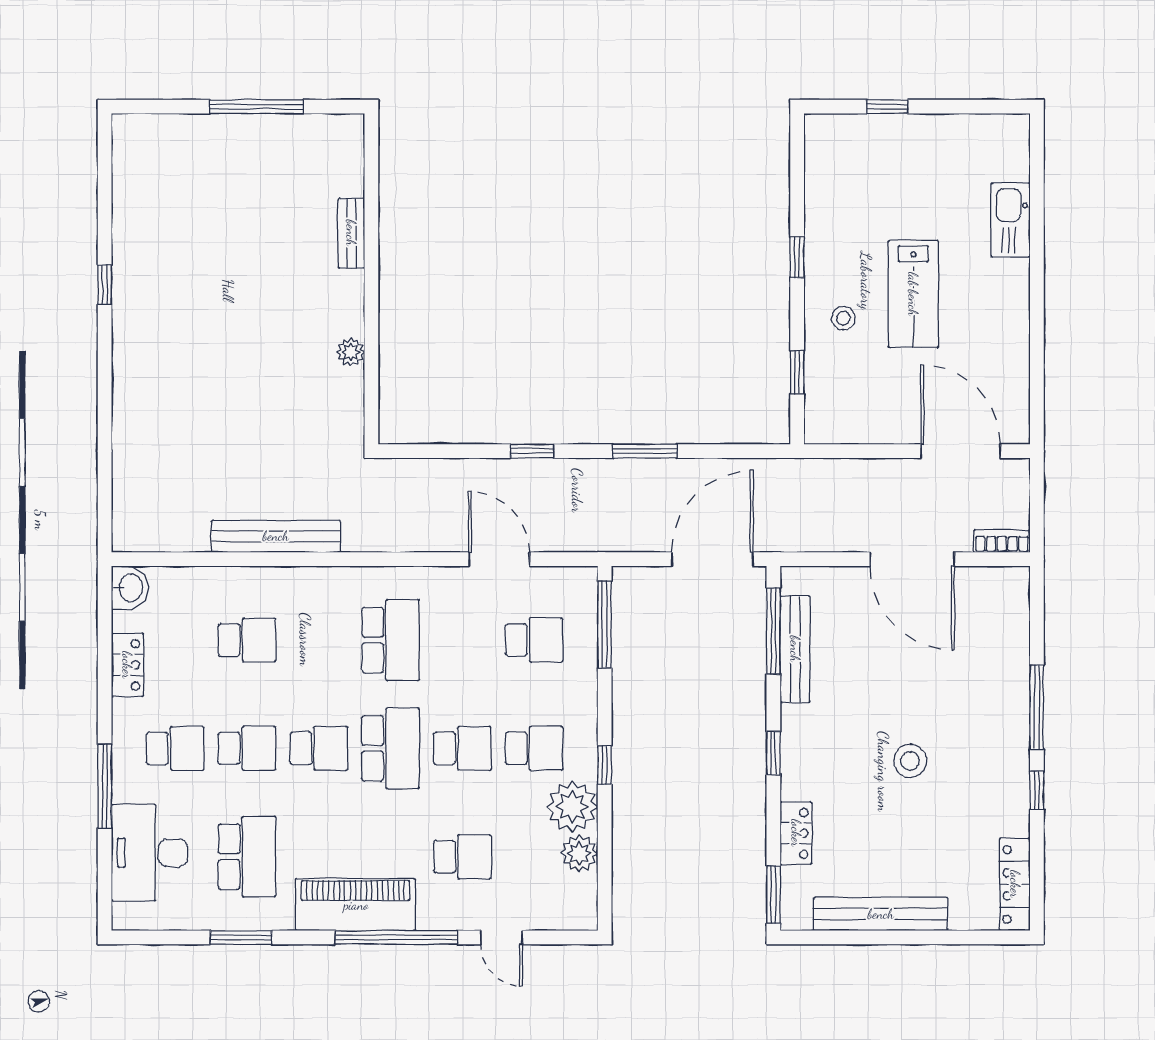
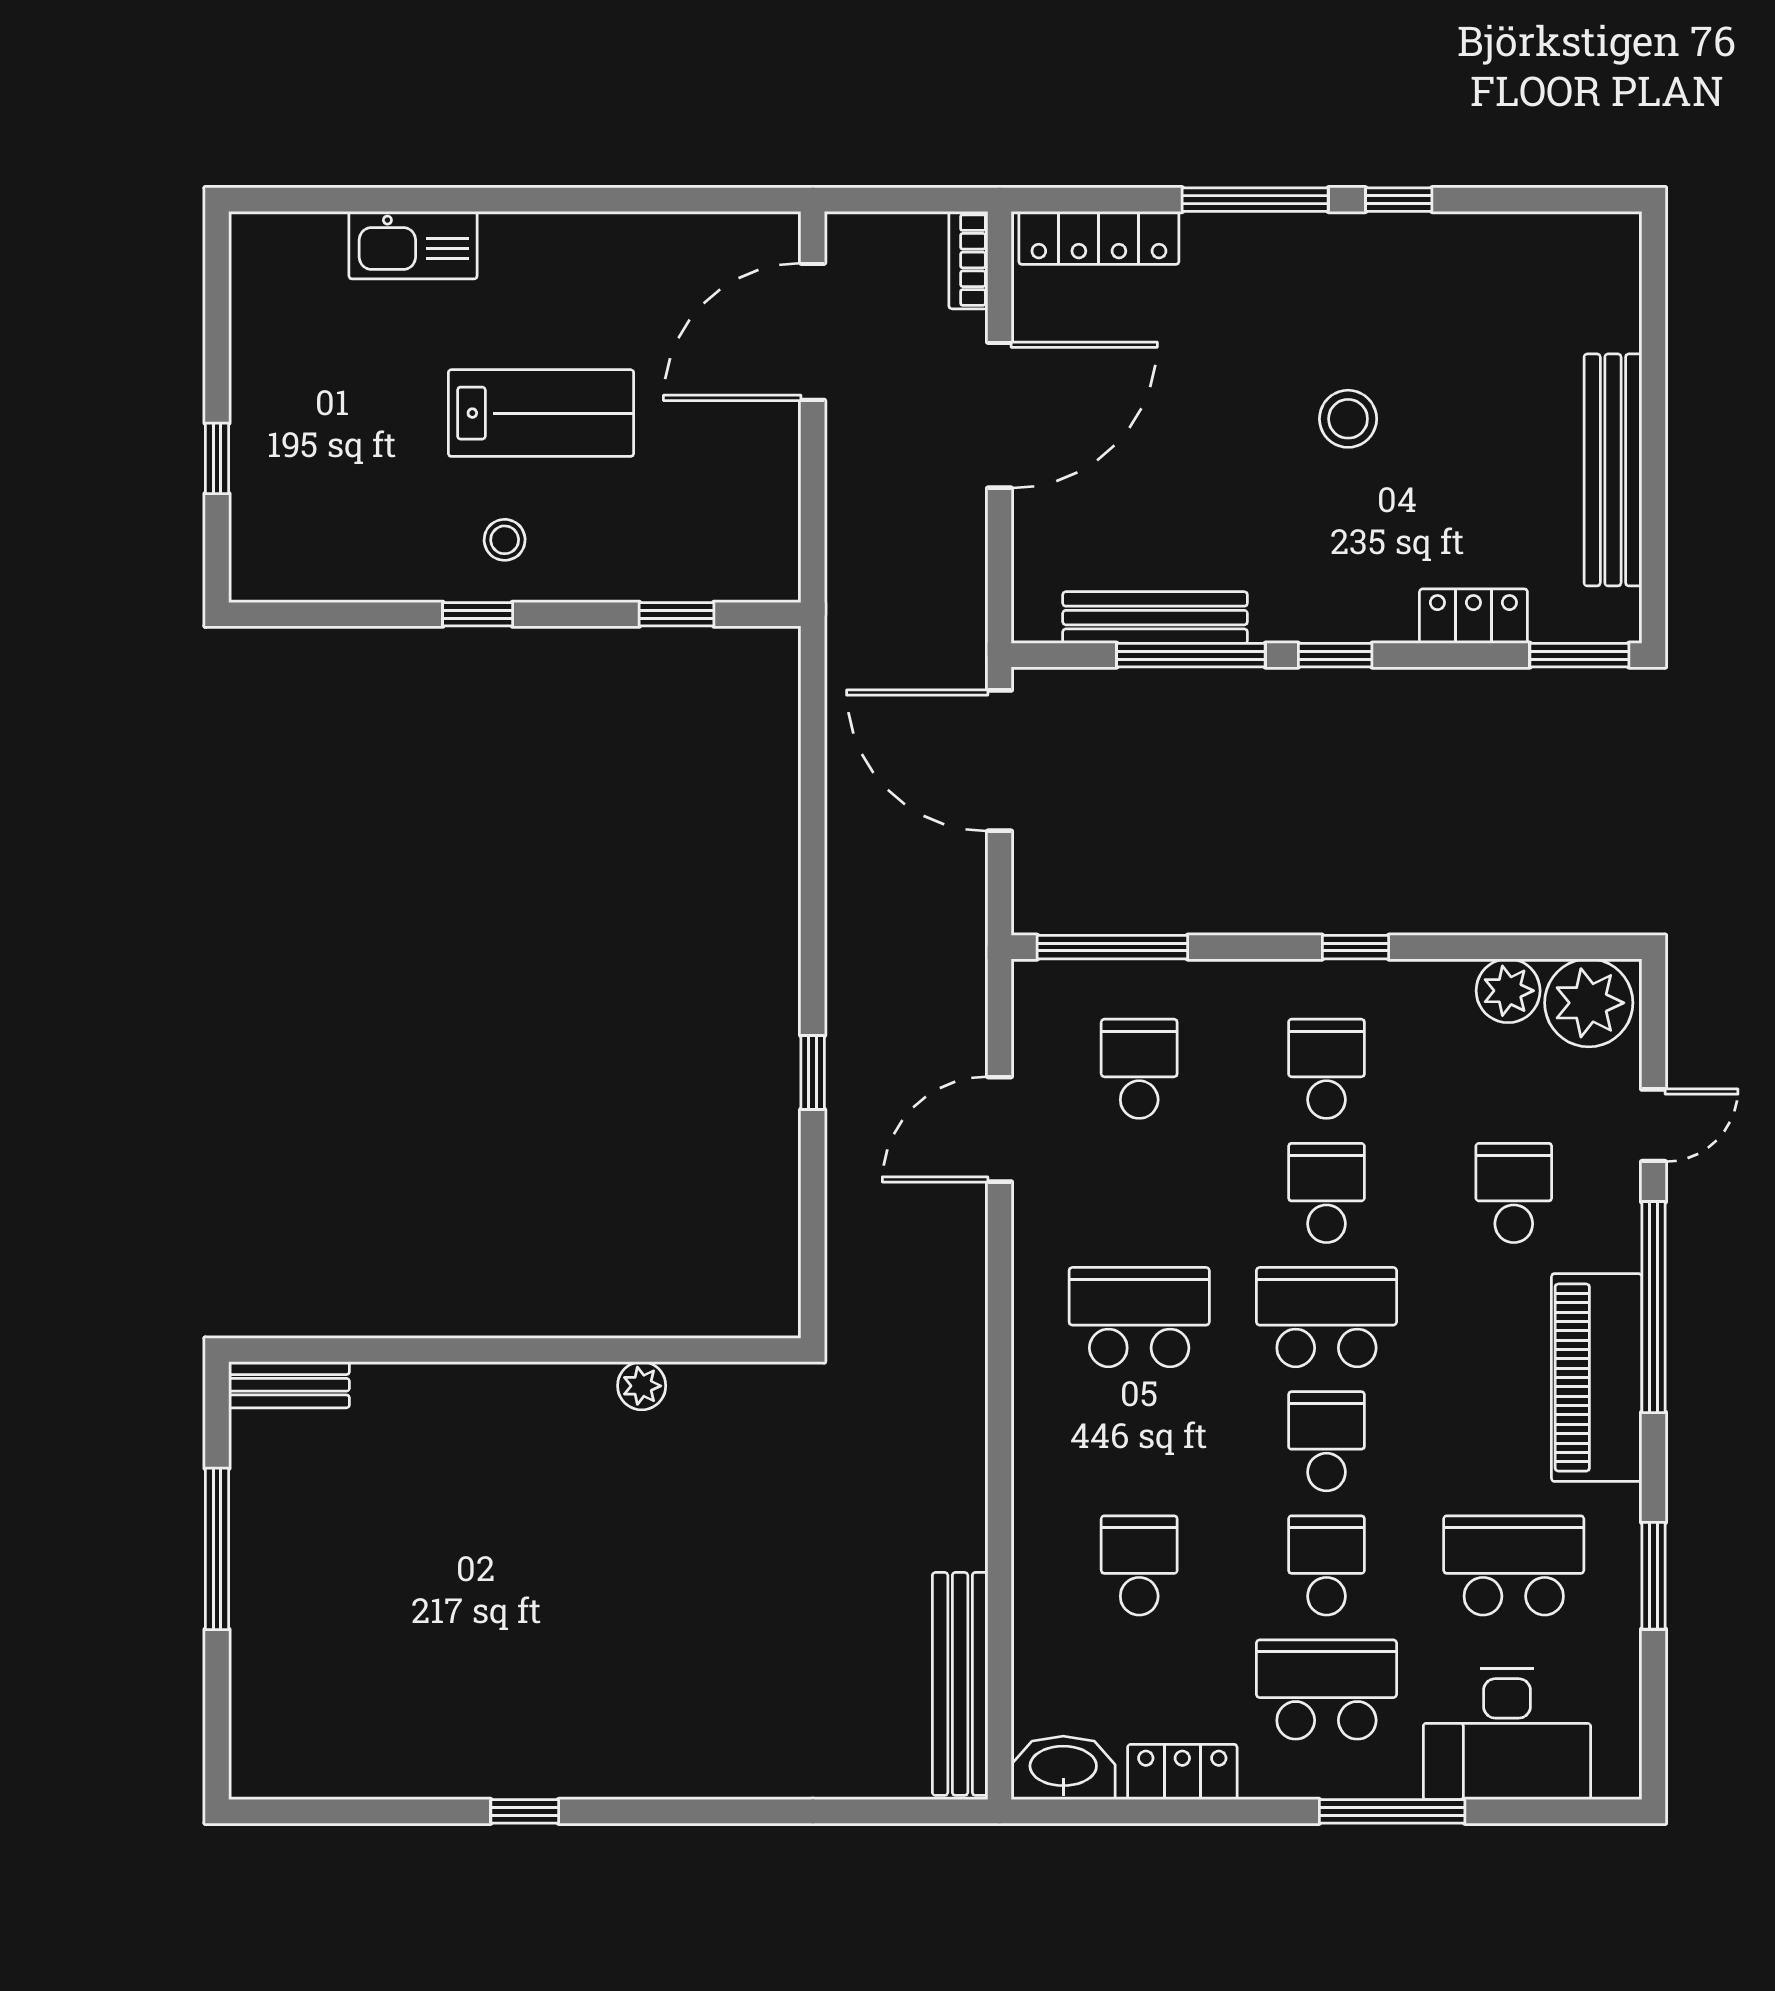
bench: (351, 233) -> (289, 1385), moved
stool: (843, 318) -> (505, 540), moved
window: (645, 451) -> (813, 877), removed
bench: (276, 536) -> (960, 1684), moved
washbasin: (130, 588) -> (1063, 1768), width x1.38
window: (773, 631) -> (1191, 655), moved
school desk: (175, 748) -> (1326, 1690), width x1.85
plant: (572, 807) -> (1589, 1003), moved
locker: (1015, 884) -> (1099, 238), moved

